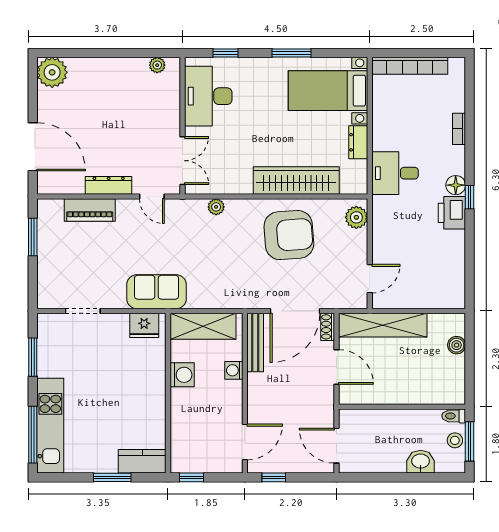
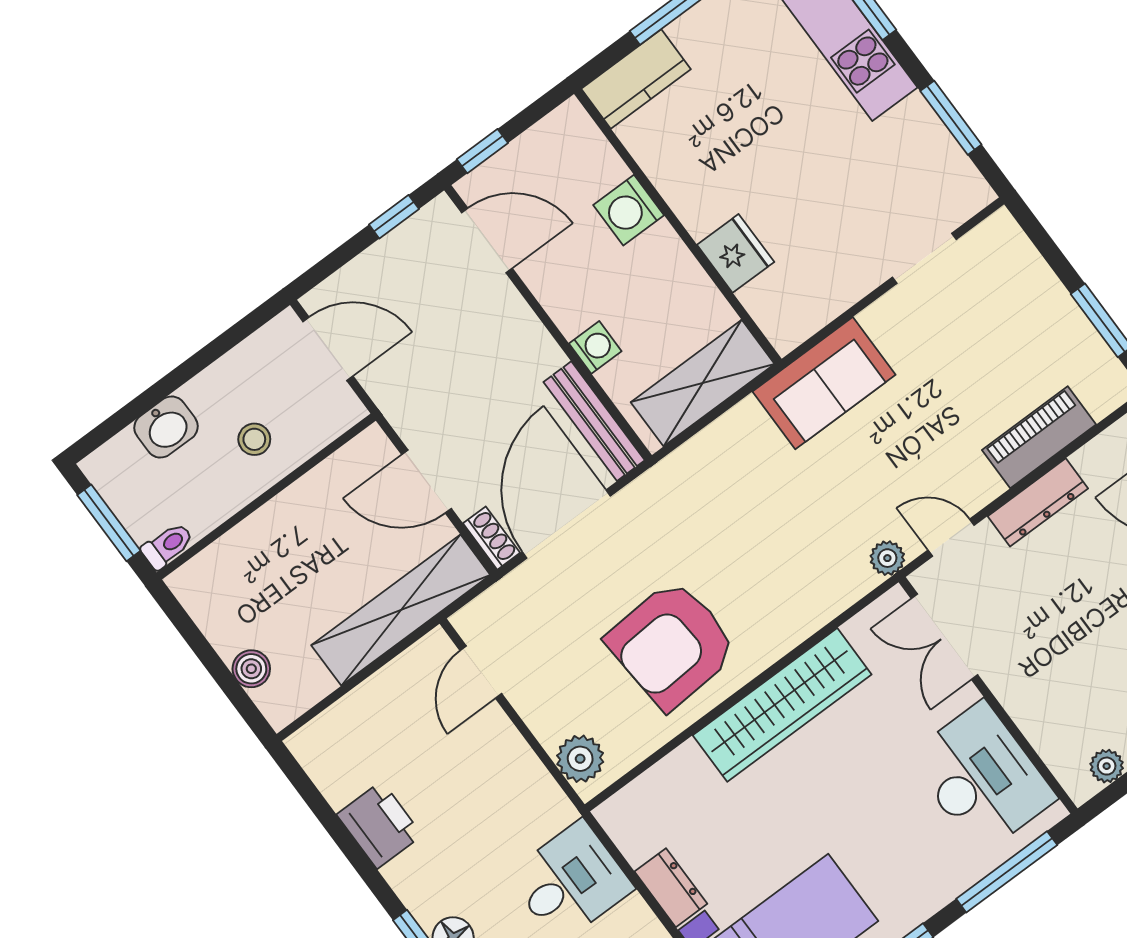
window: (225, 53) -> (1007, 872), width x2.17
wardrobe: (296, 181) -> (782, 705), moved
plant: (216, 207) -> (887, 558), moved
printer: (452, 213) -> (379, 825), moved
fridge: (144, 325) -> (736, 253), moved, turned 90
washing machine: (182, 375) -> (629, 210), moved
stool: (455, 440) -> (254, 439), moved
door: (245, 442) -> (487, 240), swing flipped
window: (191, 477) -> (482, 151), moved

